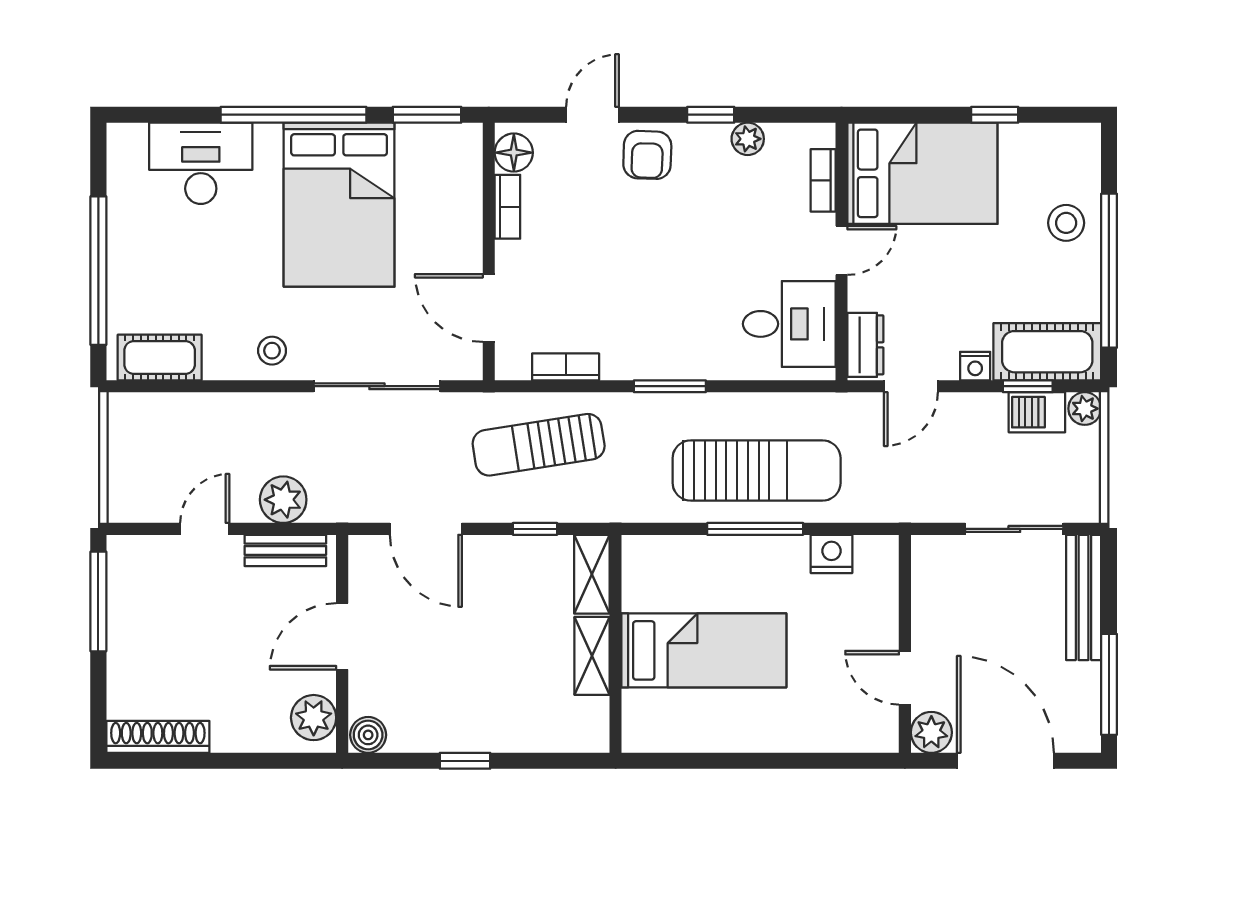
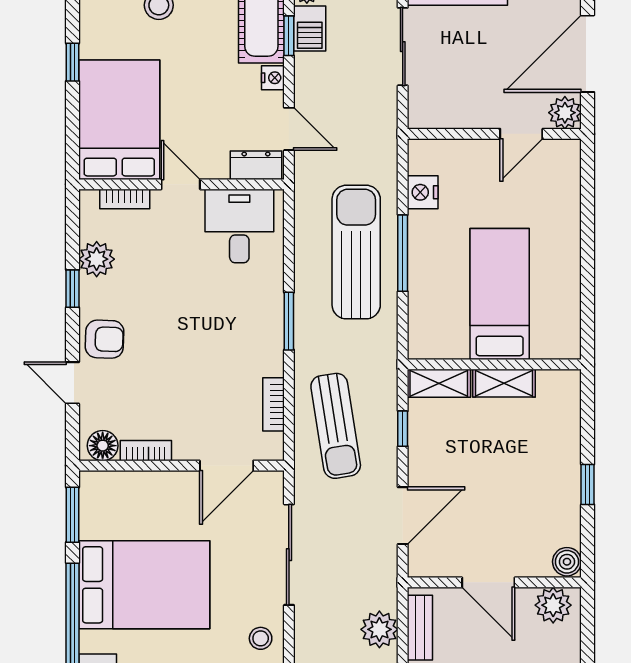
plant: (748, 139) -> (97, 259), width x1.38, depth x1.38

